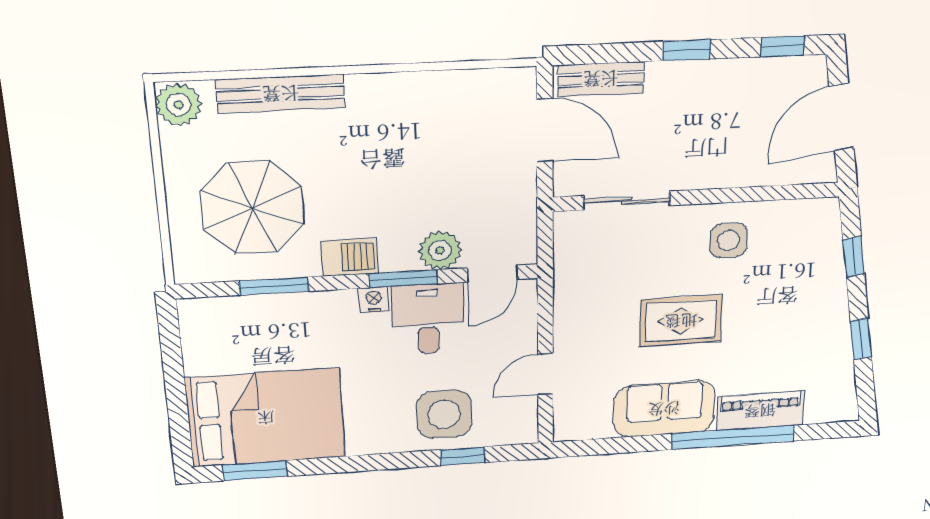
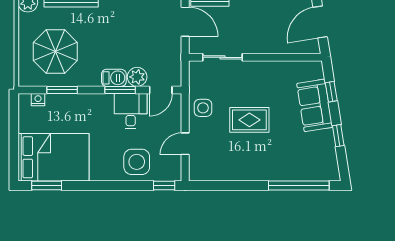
side table: (729, 240) -> (203, 108), moved
barbecue: (349, 257) -> (114, 78), moved
nightstand: (374, 300) -> (38, 100), moved
sofa: (664, 409) -> (315, 105), moved, turned -99
piano: (760, 411) -> (290, 172), removed
window: (733, 437) -> (299, 185), moved
window: (463, 456) -> (164, 185), moved

